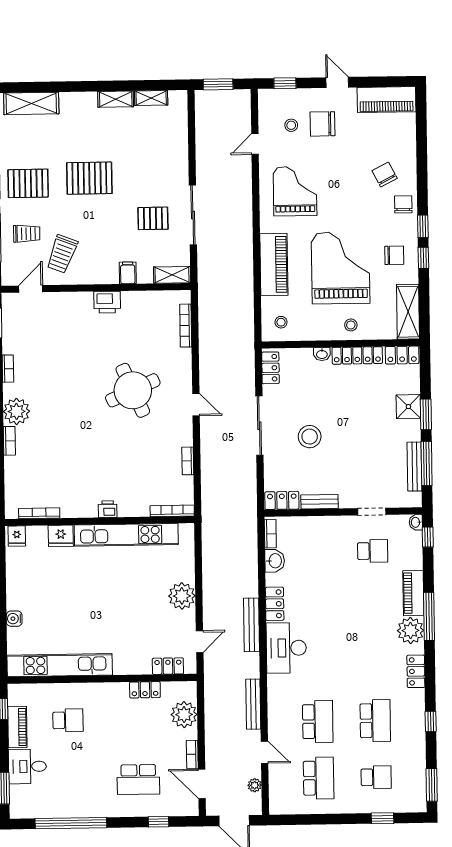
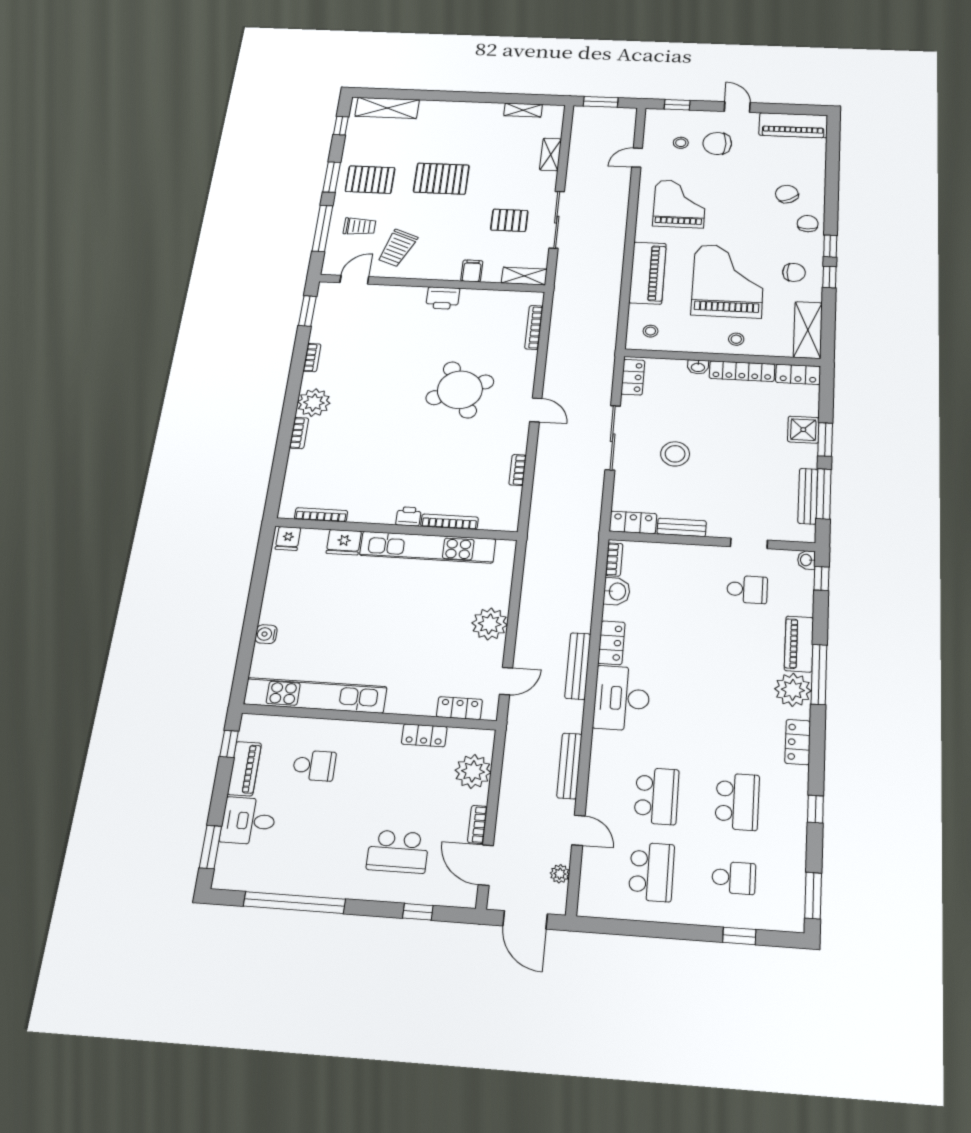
shelving: (116, 99) -> (551, 154), moved, turned 90
bookcase: (172, 511) -> (449, 522), moved

